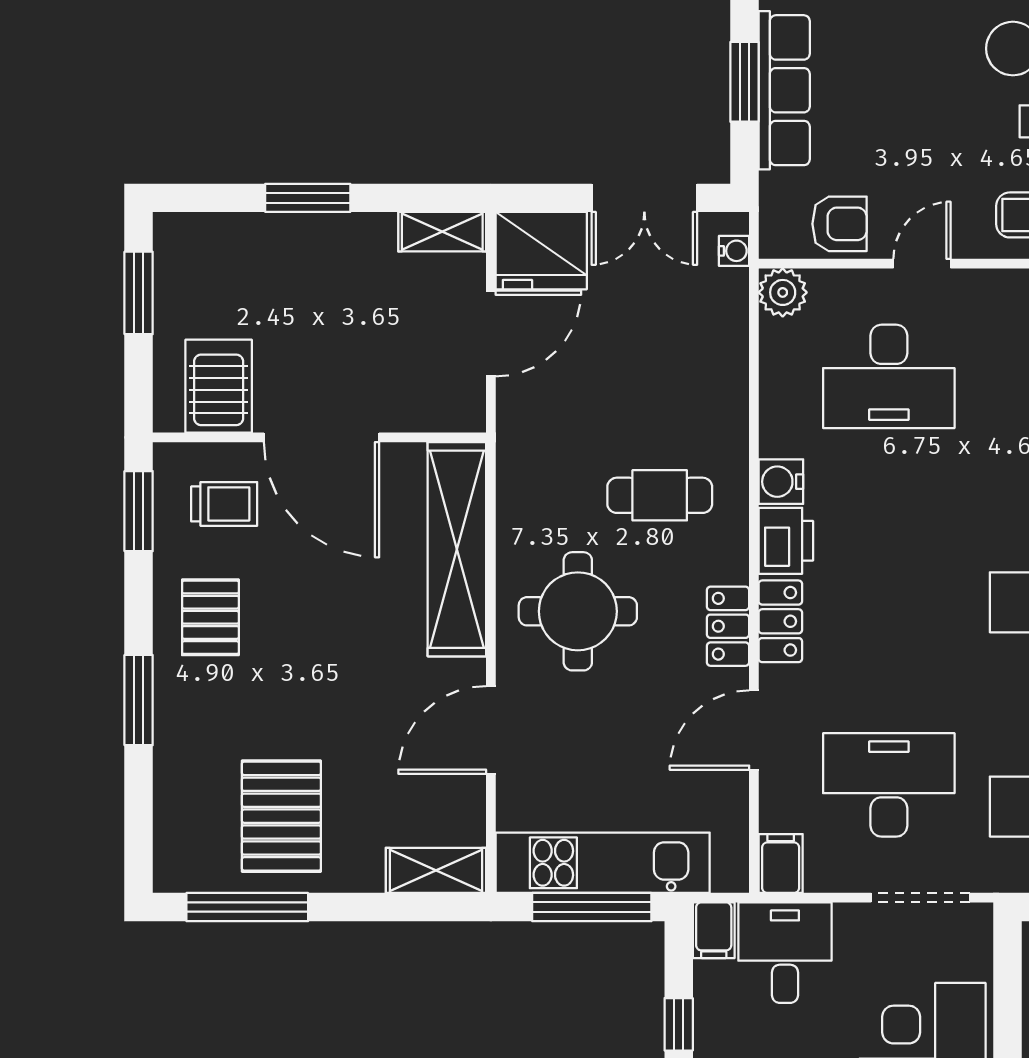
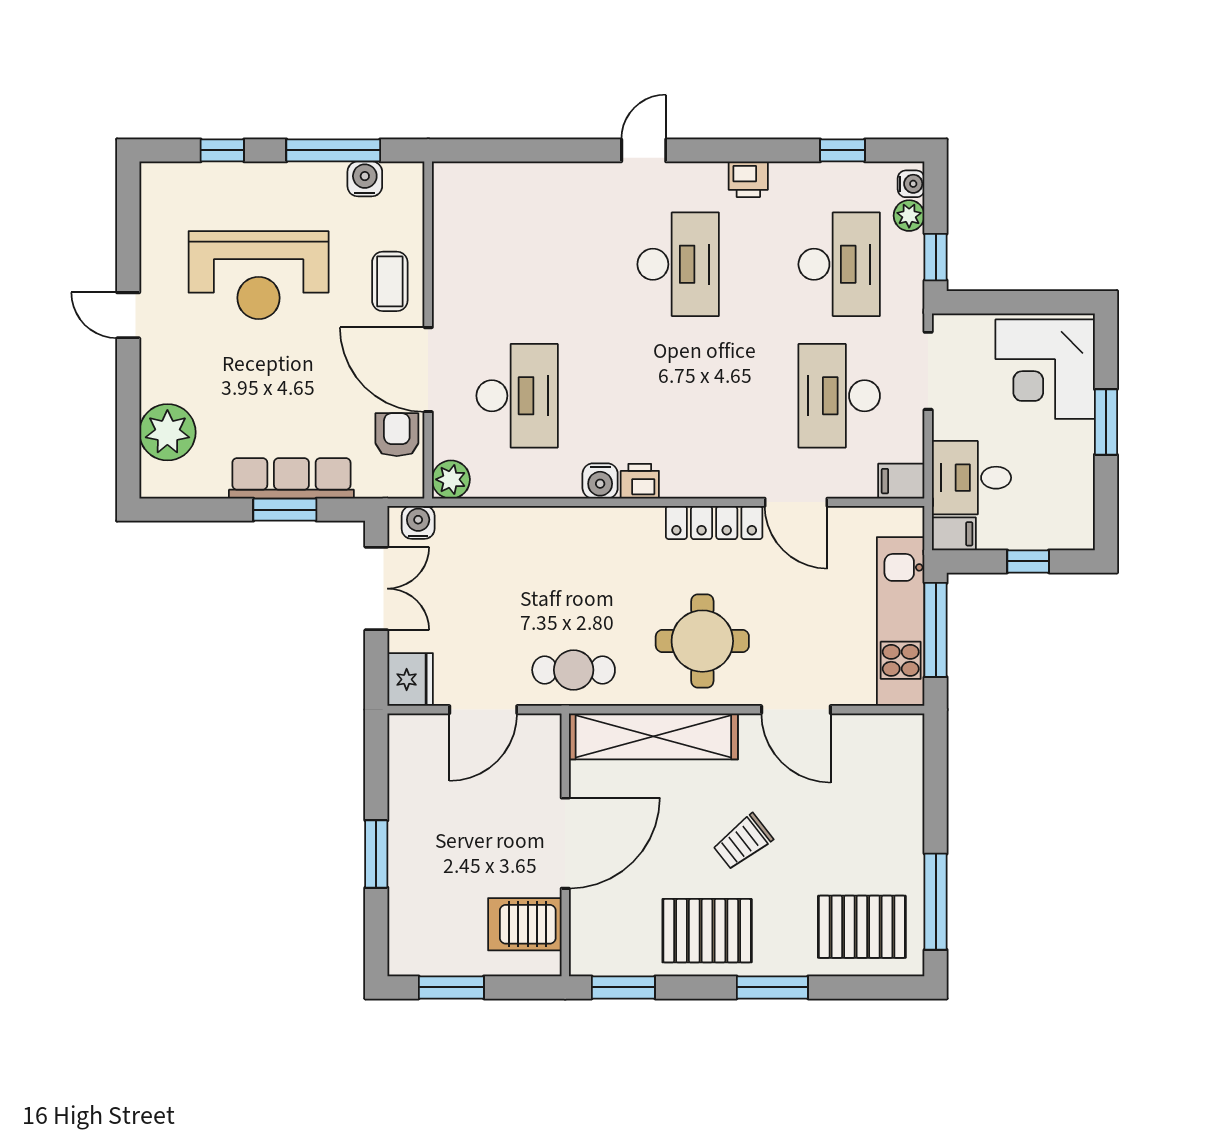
shelving: (442, 232) -> (403, 748), removed
fridge: (541, 251) -> (410, 679), width x0.73, depth x0.75
water cooler: (734, 251) -> (418, 522), width x1.38, depth x1.38
door: (922, 264) -> (428, 370), width x1.88
door: (491, 333) -> (483, 710), swing flipped
cafe table: (660, 495) -> (574, 670), moved, turned 90
trolley: (224, 504) -> (743, 842), moved, turned -128
printer: (786, 541) -> (640, 481), width x0.73, depth x0.81
pallet: (210, 617) -> (707, 931), width x1.50, depth x1.42
locker: (780, 621) -> (710, 481), removed
locker: (728, 626) -> (714, 523), width x1.53
pallet: (281, 816) -> (862, 927), moved
shelving: (436, 870) -> (907, 753), removed

